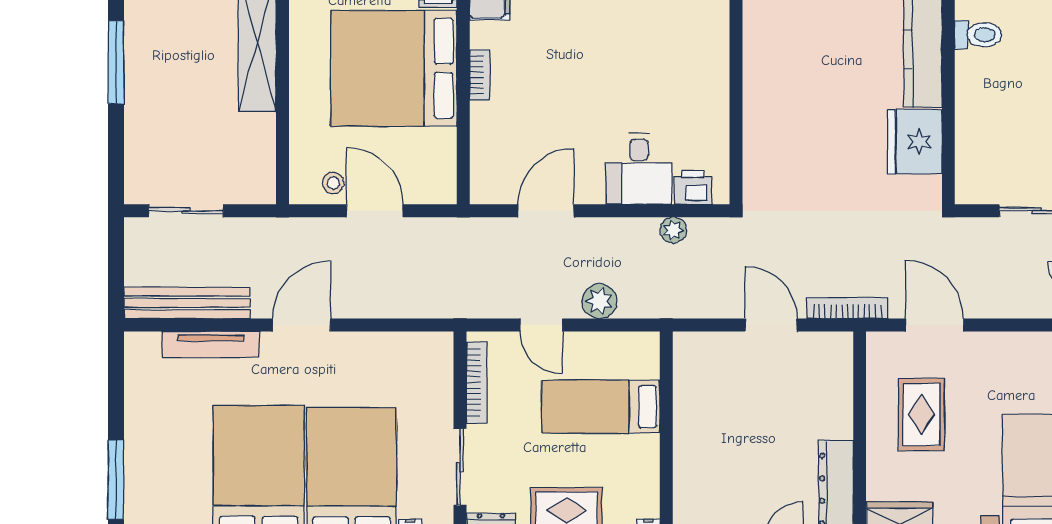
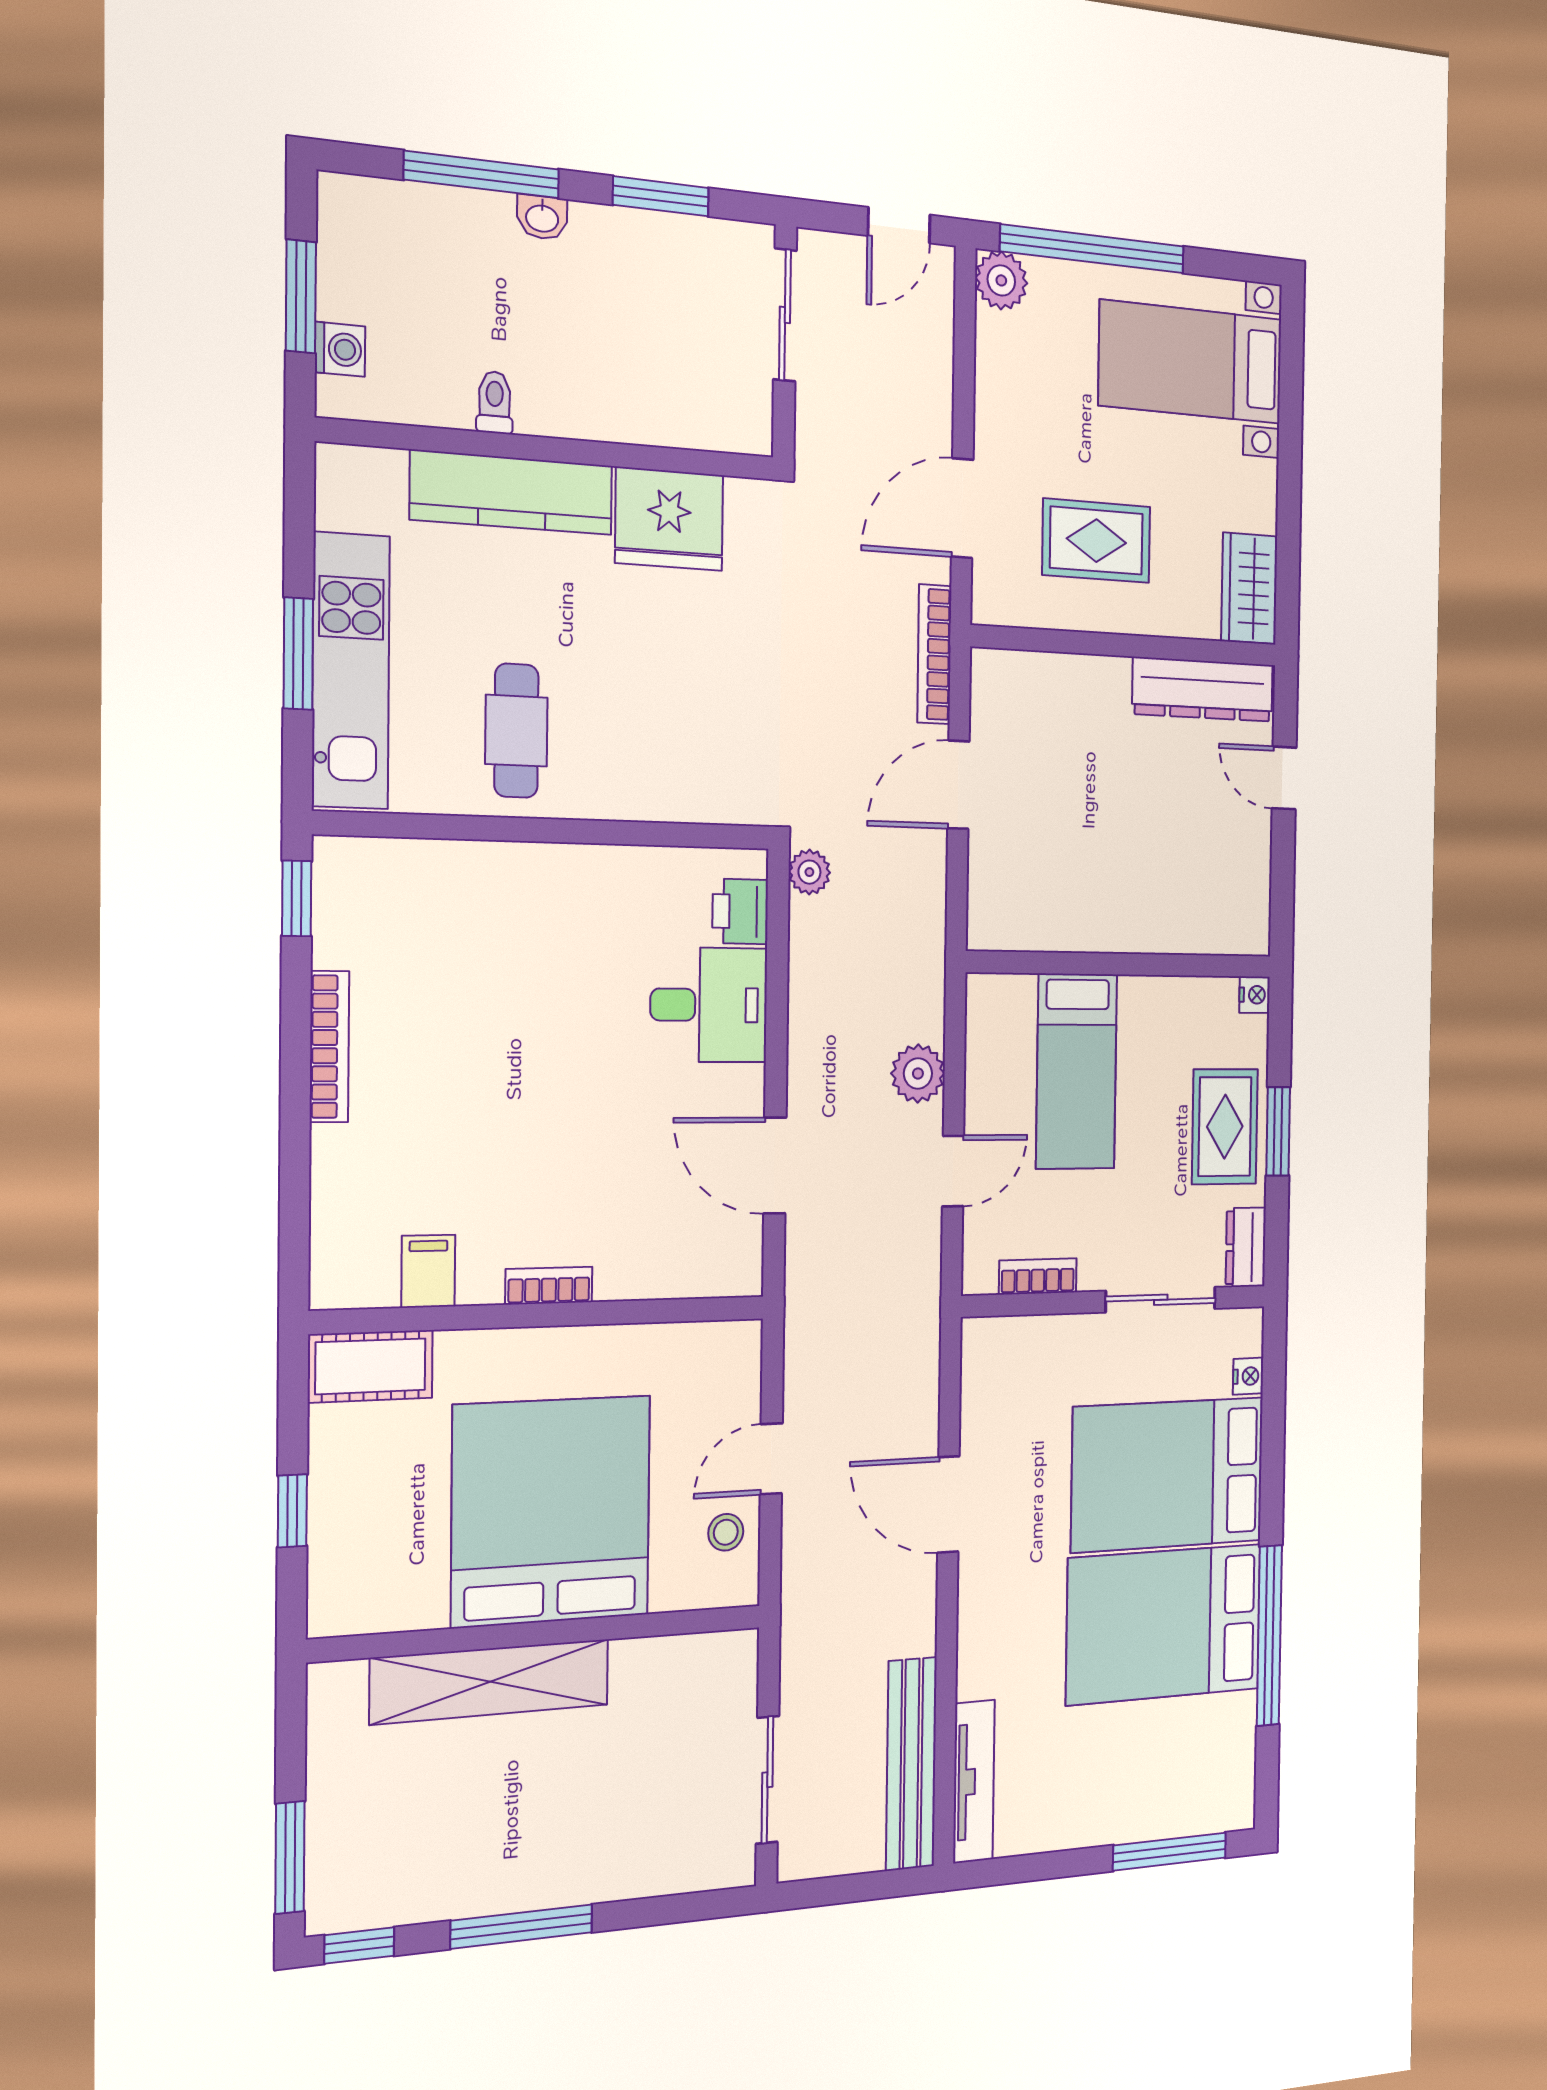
toilet: (978, 35) -> (495, 402), width x0.73, depth x0.72
cafe table: (791, 53) -> (516, 731), added
bed: (394, 68) -> (551, 1511), moved, turned 180
door: (375, 211) -> (771, 1459), width x0.73
plant: (673, 230) -> (809, 872), moved
door: (301, 325) -> (948, 1504), moved
tv unit: (211, 344) -> (974, 1781), moved
bookcase: (477, 382) -> (1038, 1276), width x0.64

